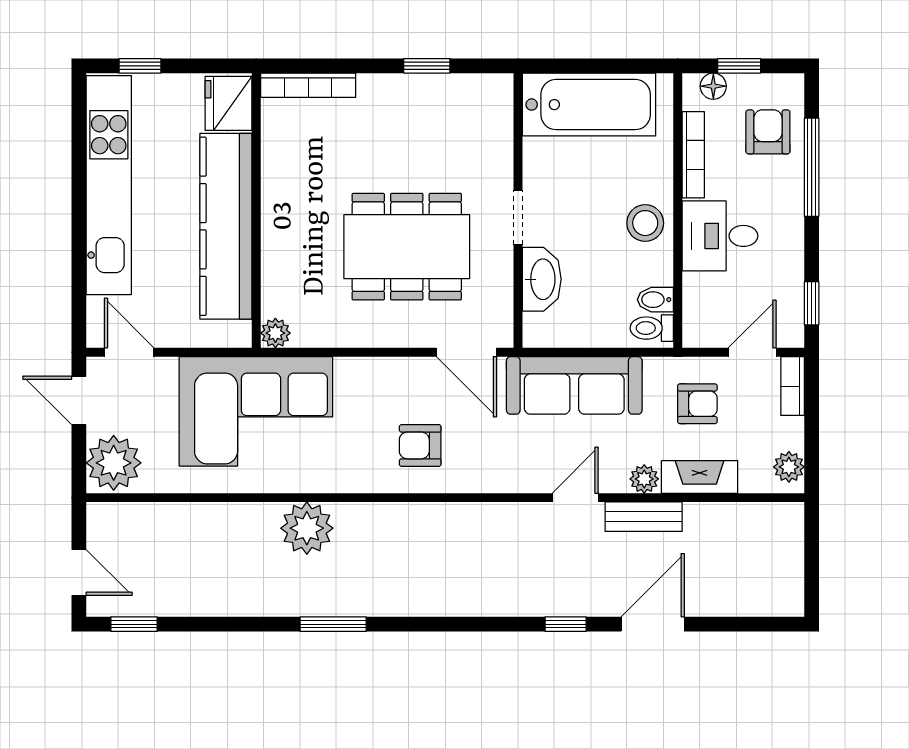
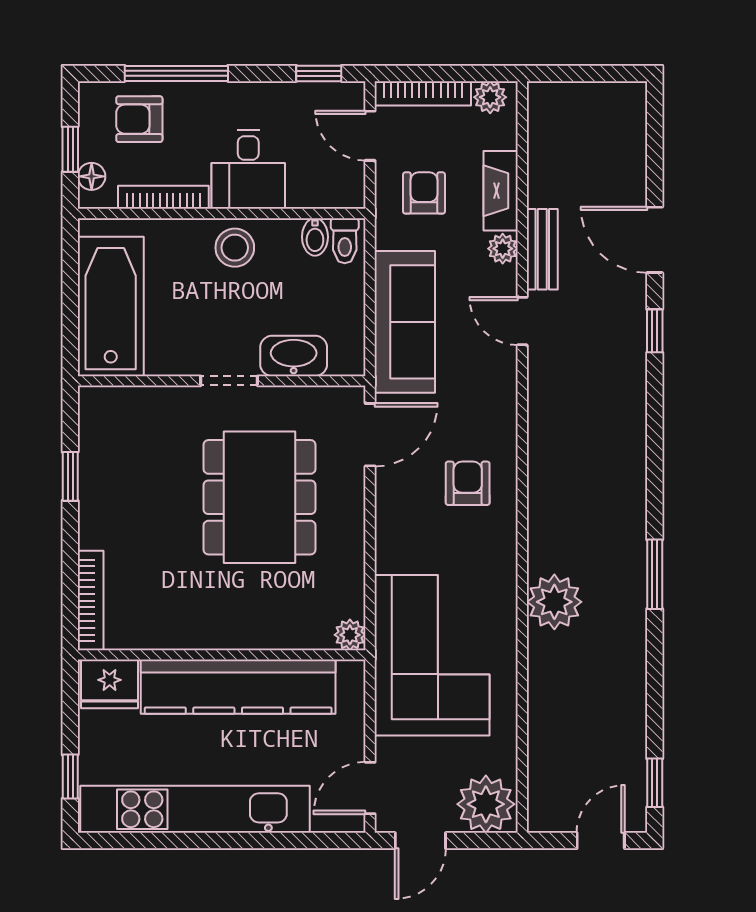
bookcase: (793, 386) -> (423, 93), width x1.56
armchair: (420, 445) -> (468, 483), turned 180

